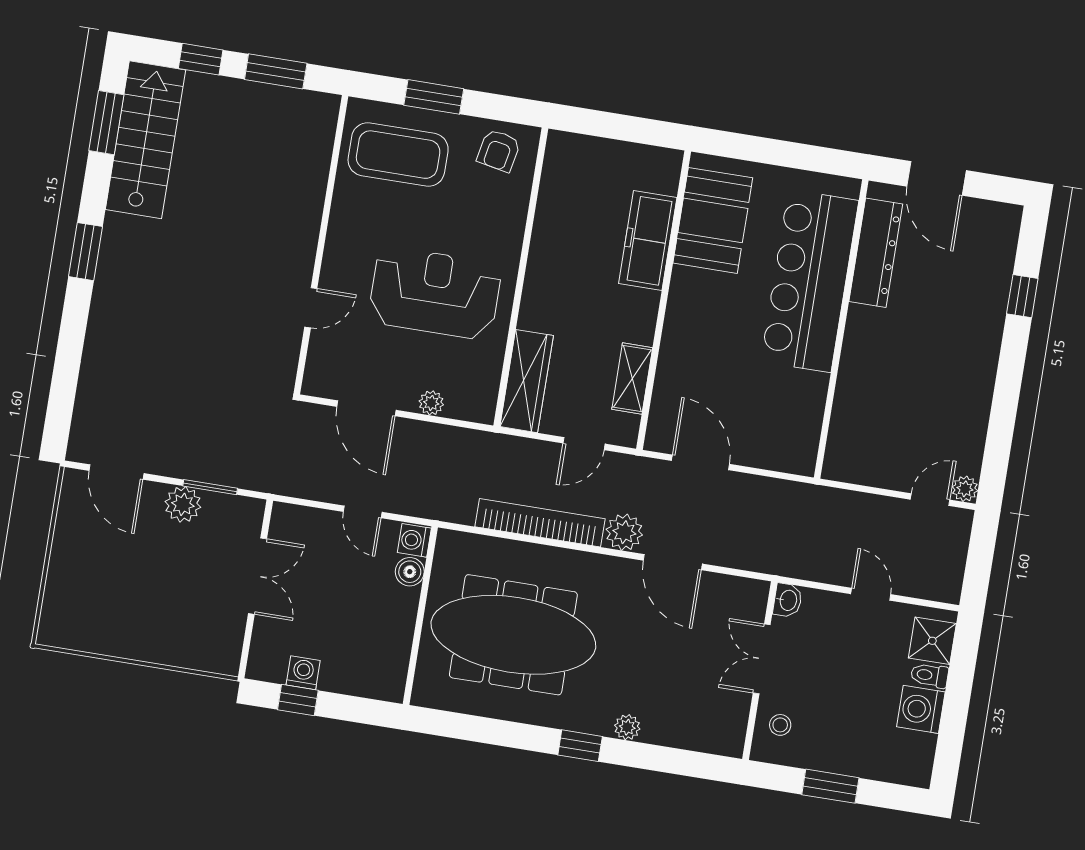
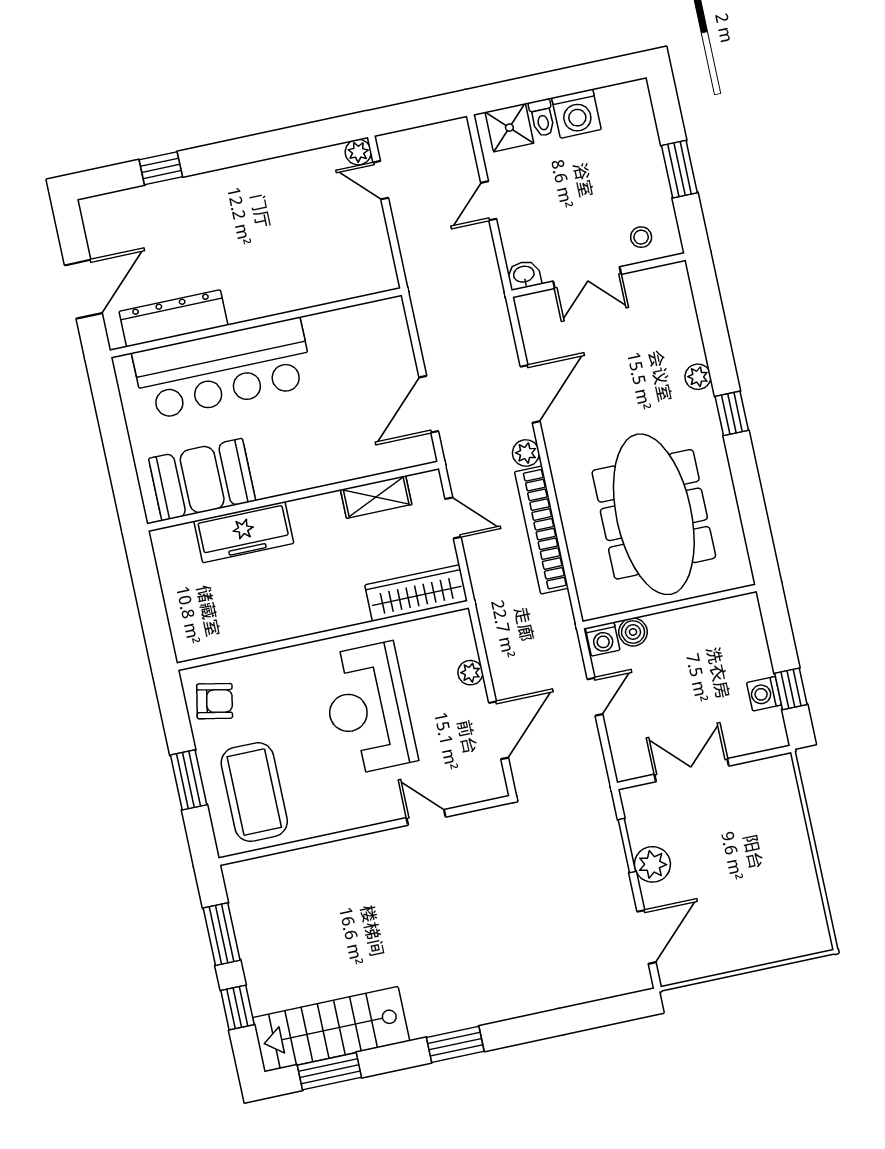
plant: (624, 532) -> (526, 453), width x0.73, depth x0.73

